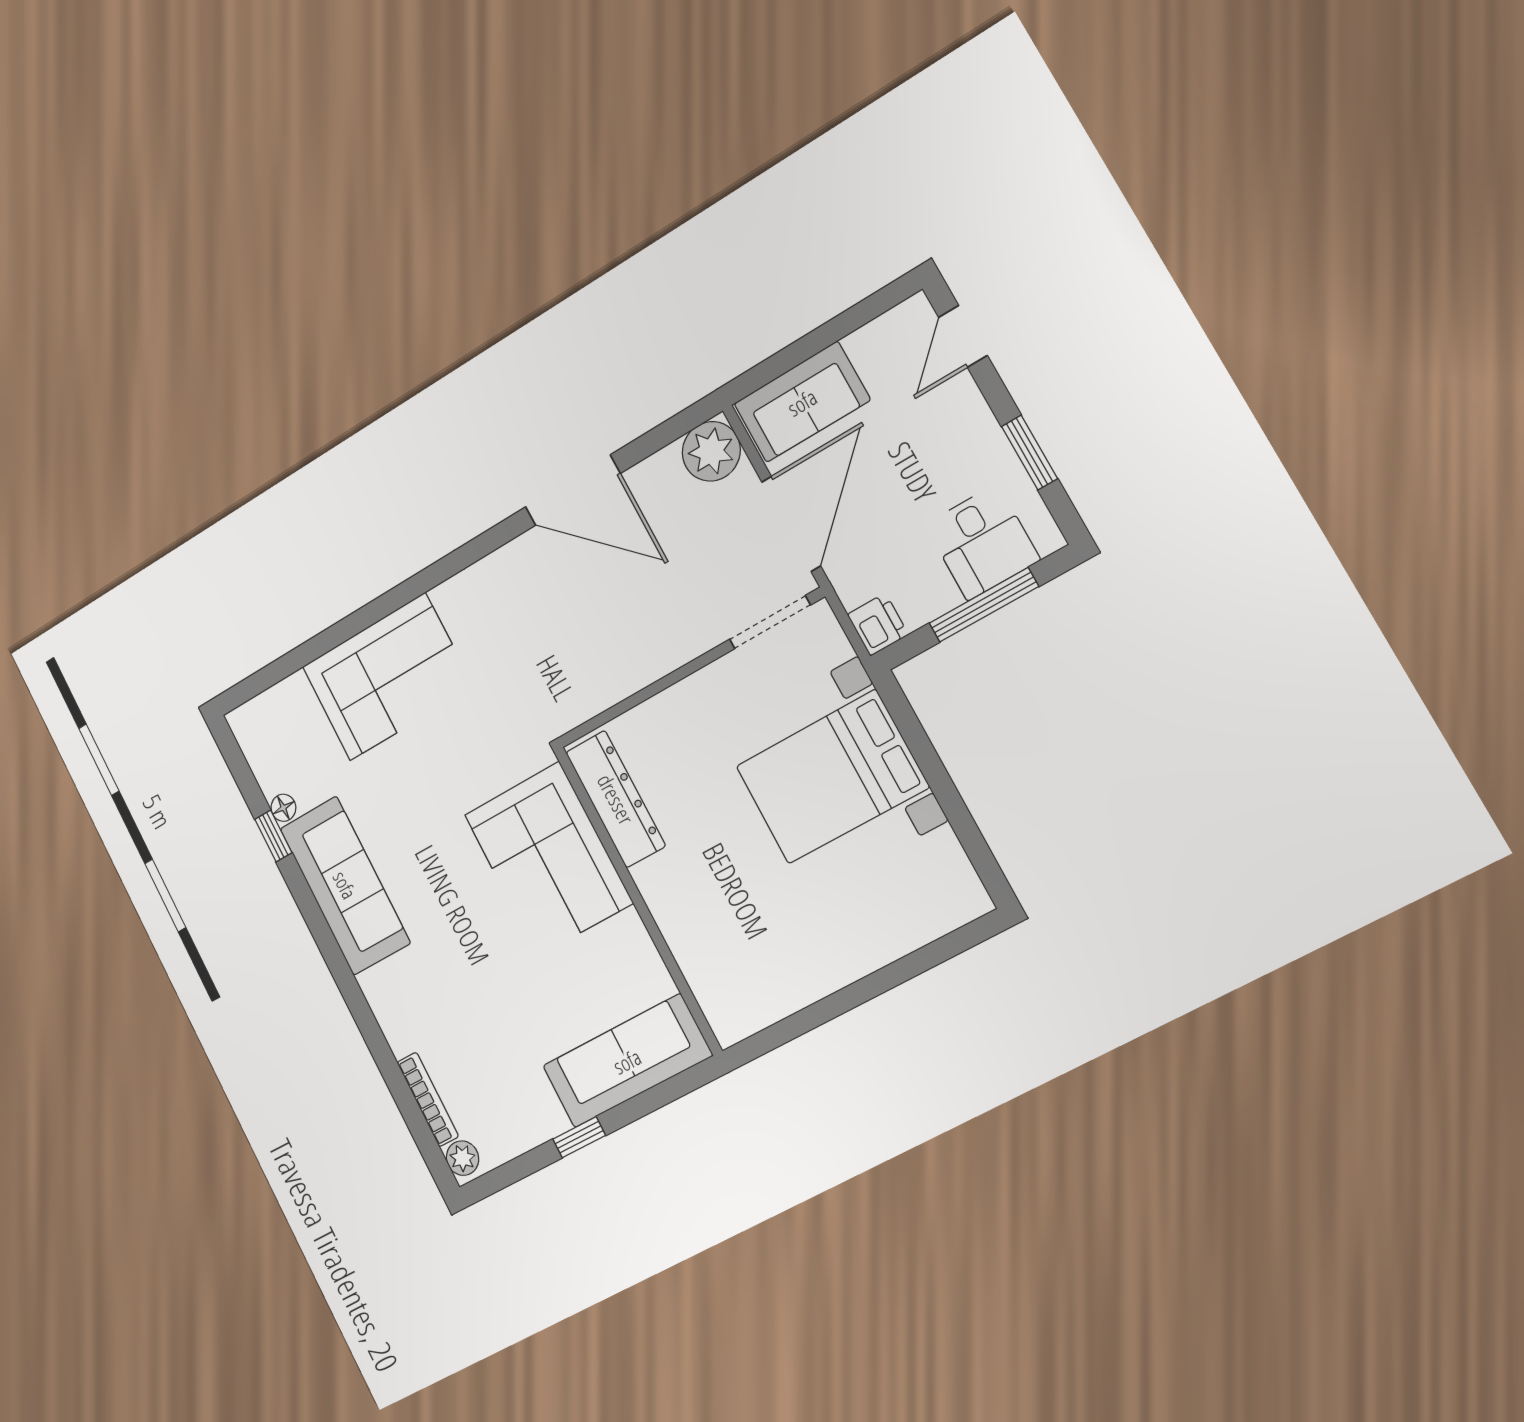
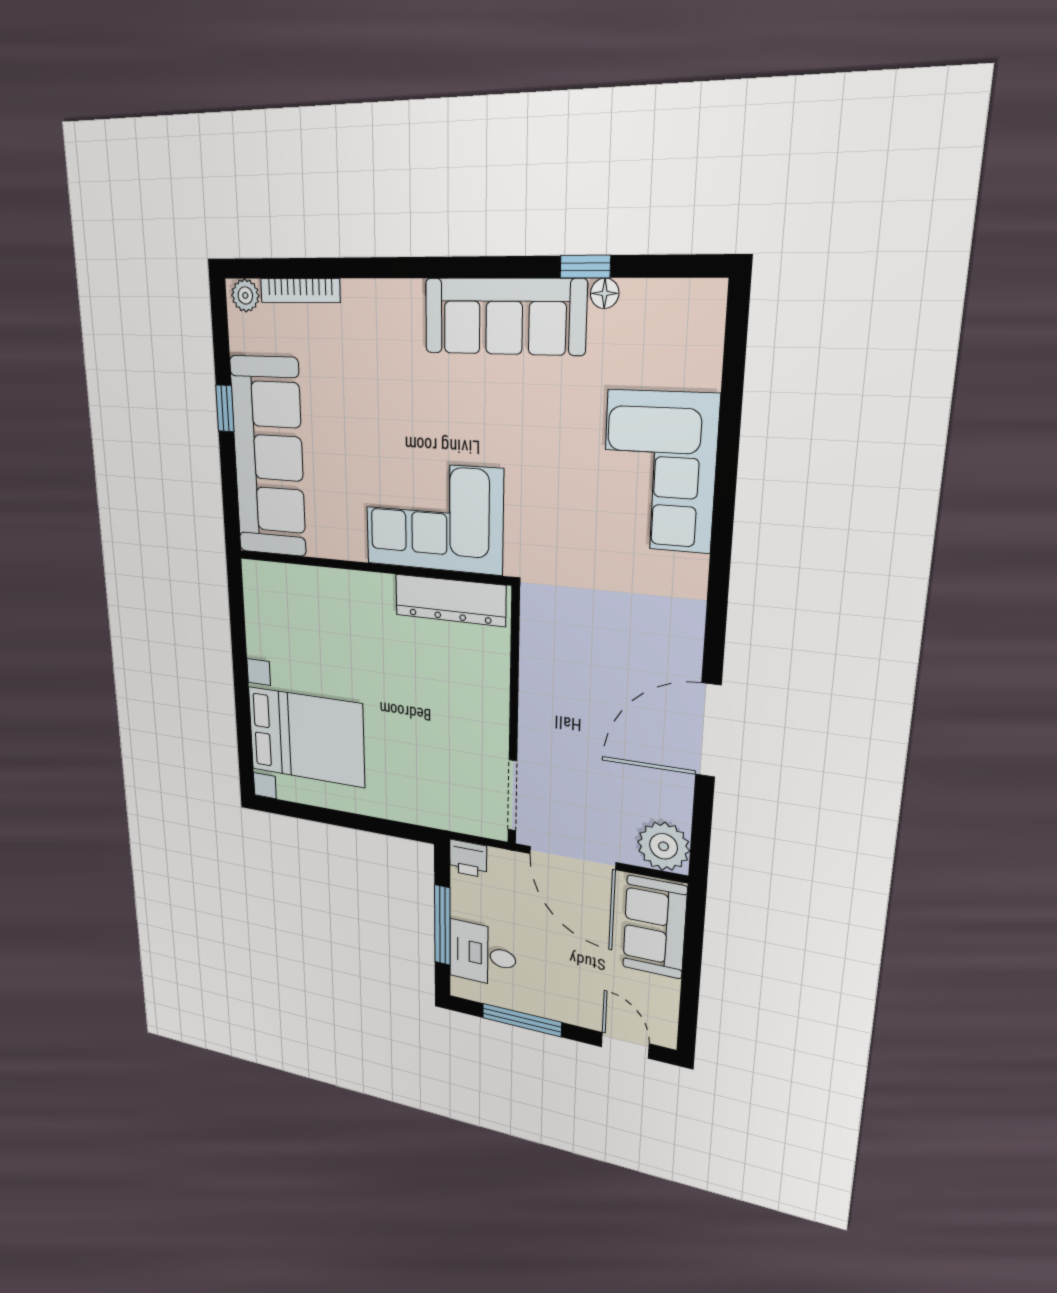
window: (1029, 452) -> (522, 1020), width x1.44
bed with nightstands: (832, 777) -> (306, 737), moved, turned 90
sofa: (627, 1061) -> (268, 457), width x1.36, depth x1.27

